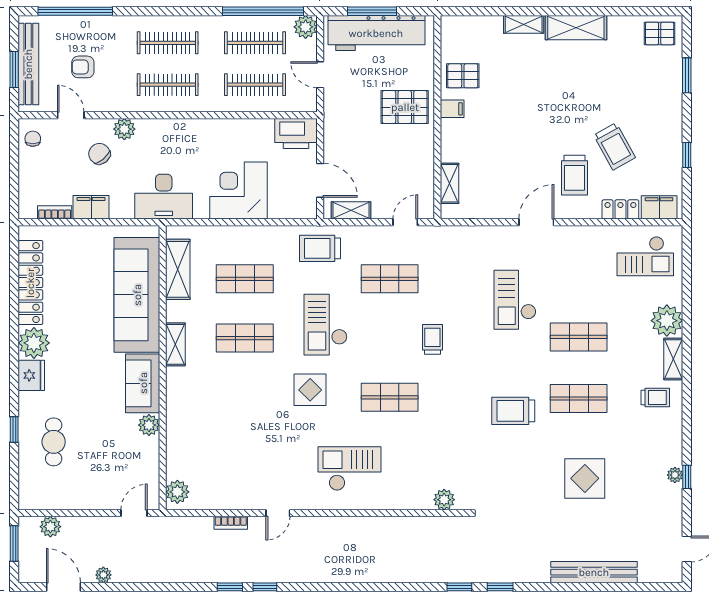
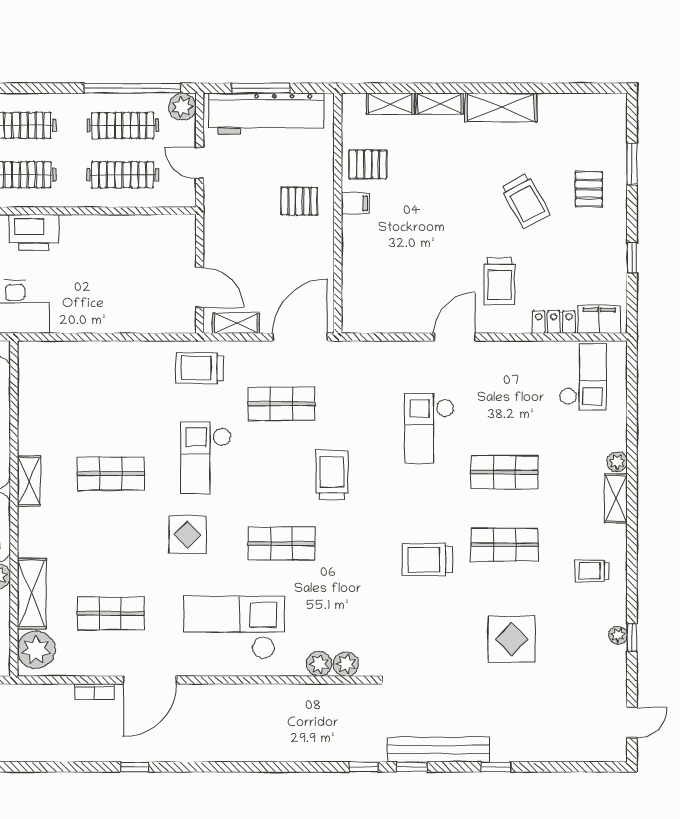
pallet: (660, 33) -> (589, 189), moved, turned 90
pallet: (405, 107) -> (299, 201), width x0.67, depth x0.71
printer: (296, 133) -> (34, 232), moved
trolley: (615, 146) -> (525, 201), moved
shelving: (449, 183) -> (390, 104), moved, turned 90
corner desk: (239, 191) -> (103, 300), removed
door: (405, 222) -> (300, 337), width x1.87
checkout: (645, 256) -> (583, 377), turned -90
shelving: (178, 269) -> (32, 594), moved
shop shelf: (245, 279) -> (111, 613), moved
plant: (667, 321) -> (617, 462), width x0.53, depth x0.53
trolley: (432, 339) -> (332, 475), width x1.36, depth x1.39
trolley: (655, 397) -> (592, 571), moved, turned 180
checkout: (349, 469) -> (234, 628), width x1.36, depth x1.21
plant: (177, 492) -> (36, 650), width x1.36, depth x1.36
plant: (421, 500) -> (319, 664), added
door: (278, 513) -> (150, 680), width x1.87
bench: (594, 572) -> (438, 750), moved
window: (230, 587) -> (496, 767), moved

